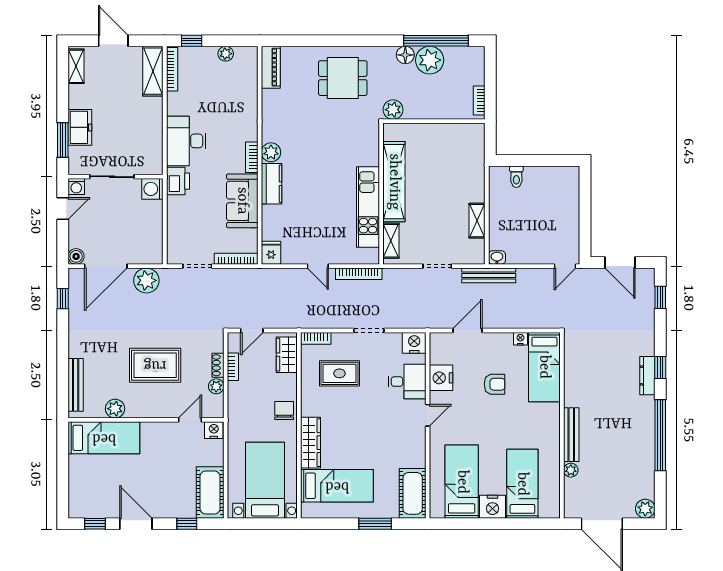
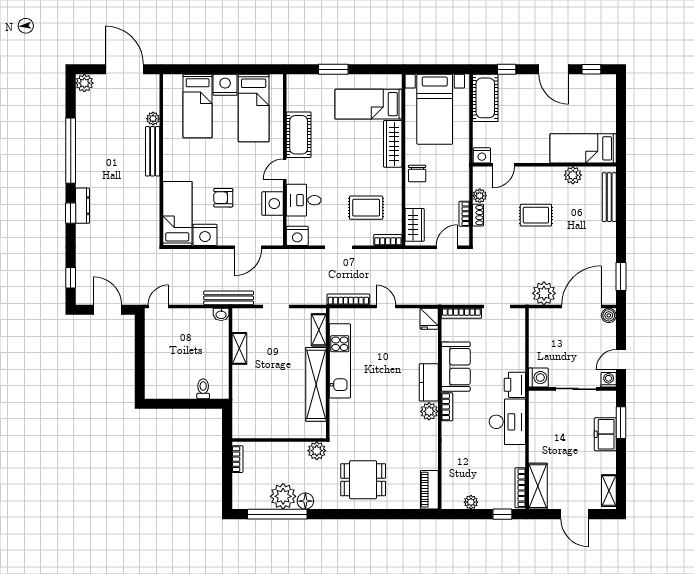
window: (63, 299) -> (621, 277), width x1.50
nightstand: (520, 339) -> (205, 235), width x1.89, depth x1.79
rug: (155, 365) -> (536, 215), width x0.73, depth x0.70
cot: (413, 493) -> (299, 135), moved

